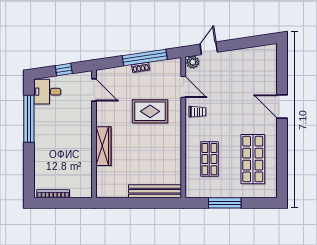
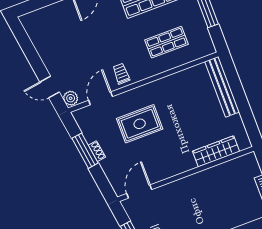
window: (145, 58) -> (85, 151), width x0.68
rug: (150, 111) -> (140, 124), turned 90
wardrobe: (103, 146) -> (216, 151), moved

